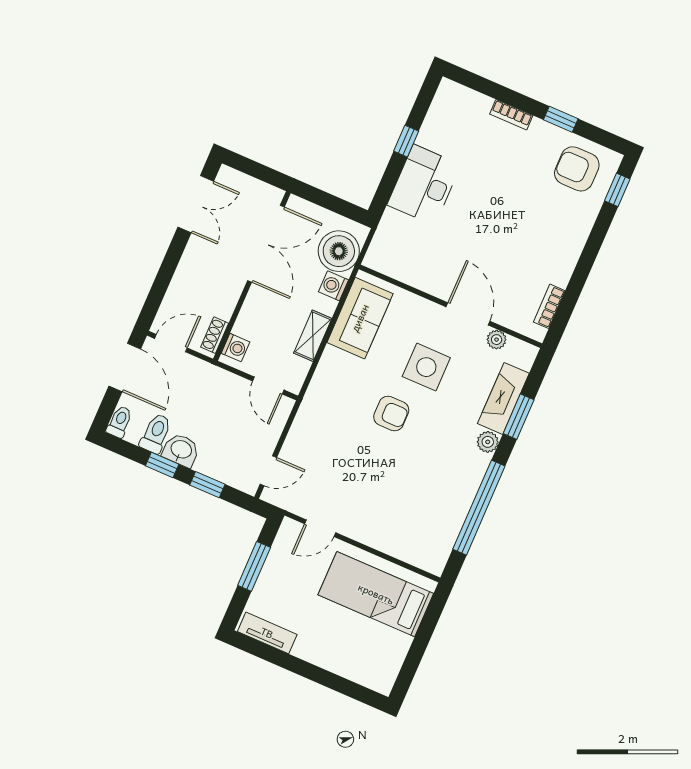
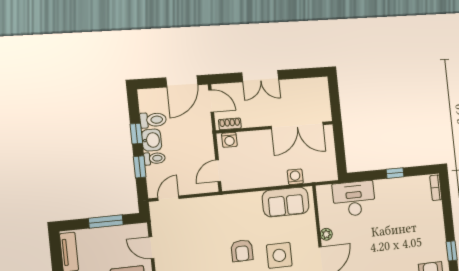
bookcase: (511, 115) -> (436, 188), moved
desk: (424, 185) -> (354, 199), moved
double door: (196, 204) -> (260, 76), moved
boiler: (339, 251) -> (316, 169), removed
plant: (435, 287) -> (326, 234), added
shelving: (313, 336) -> (261, 181), removed
toilet: (119, 422) -> (154, 158), moved
door: (268, 471) -> (168, 198), swing flipped

